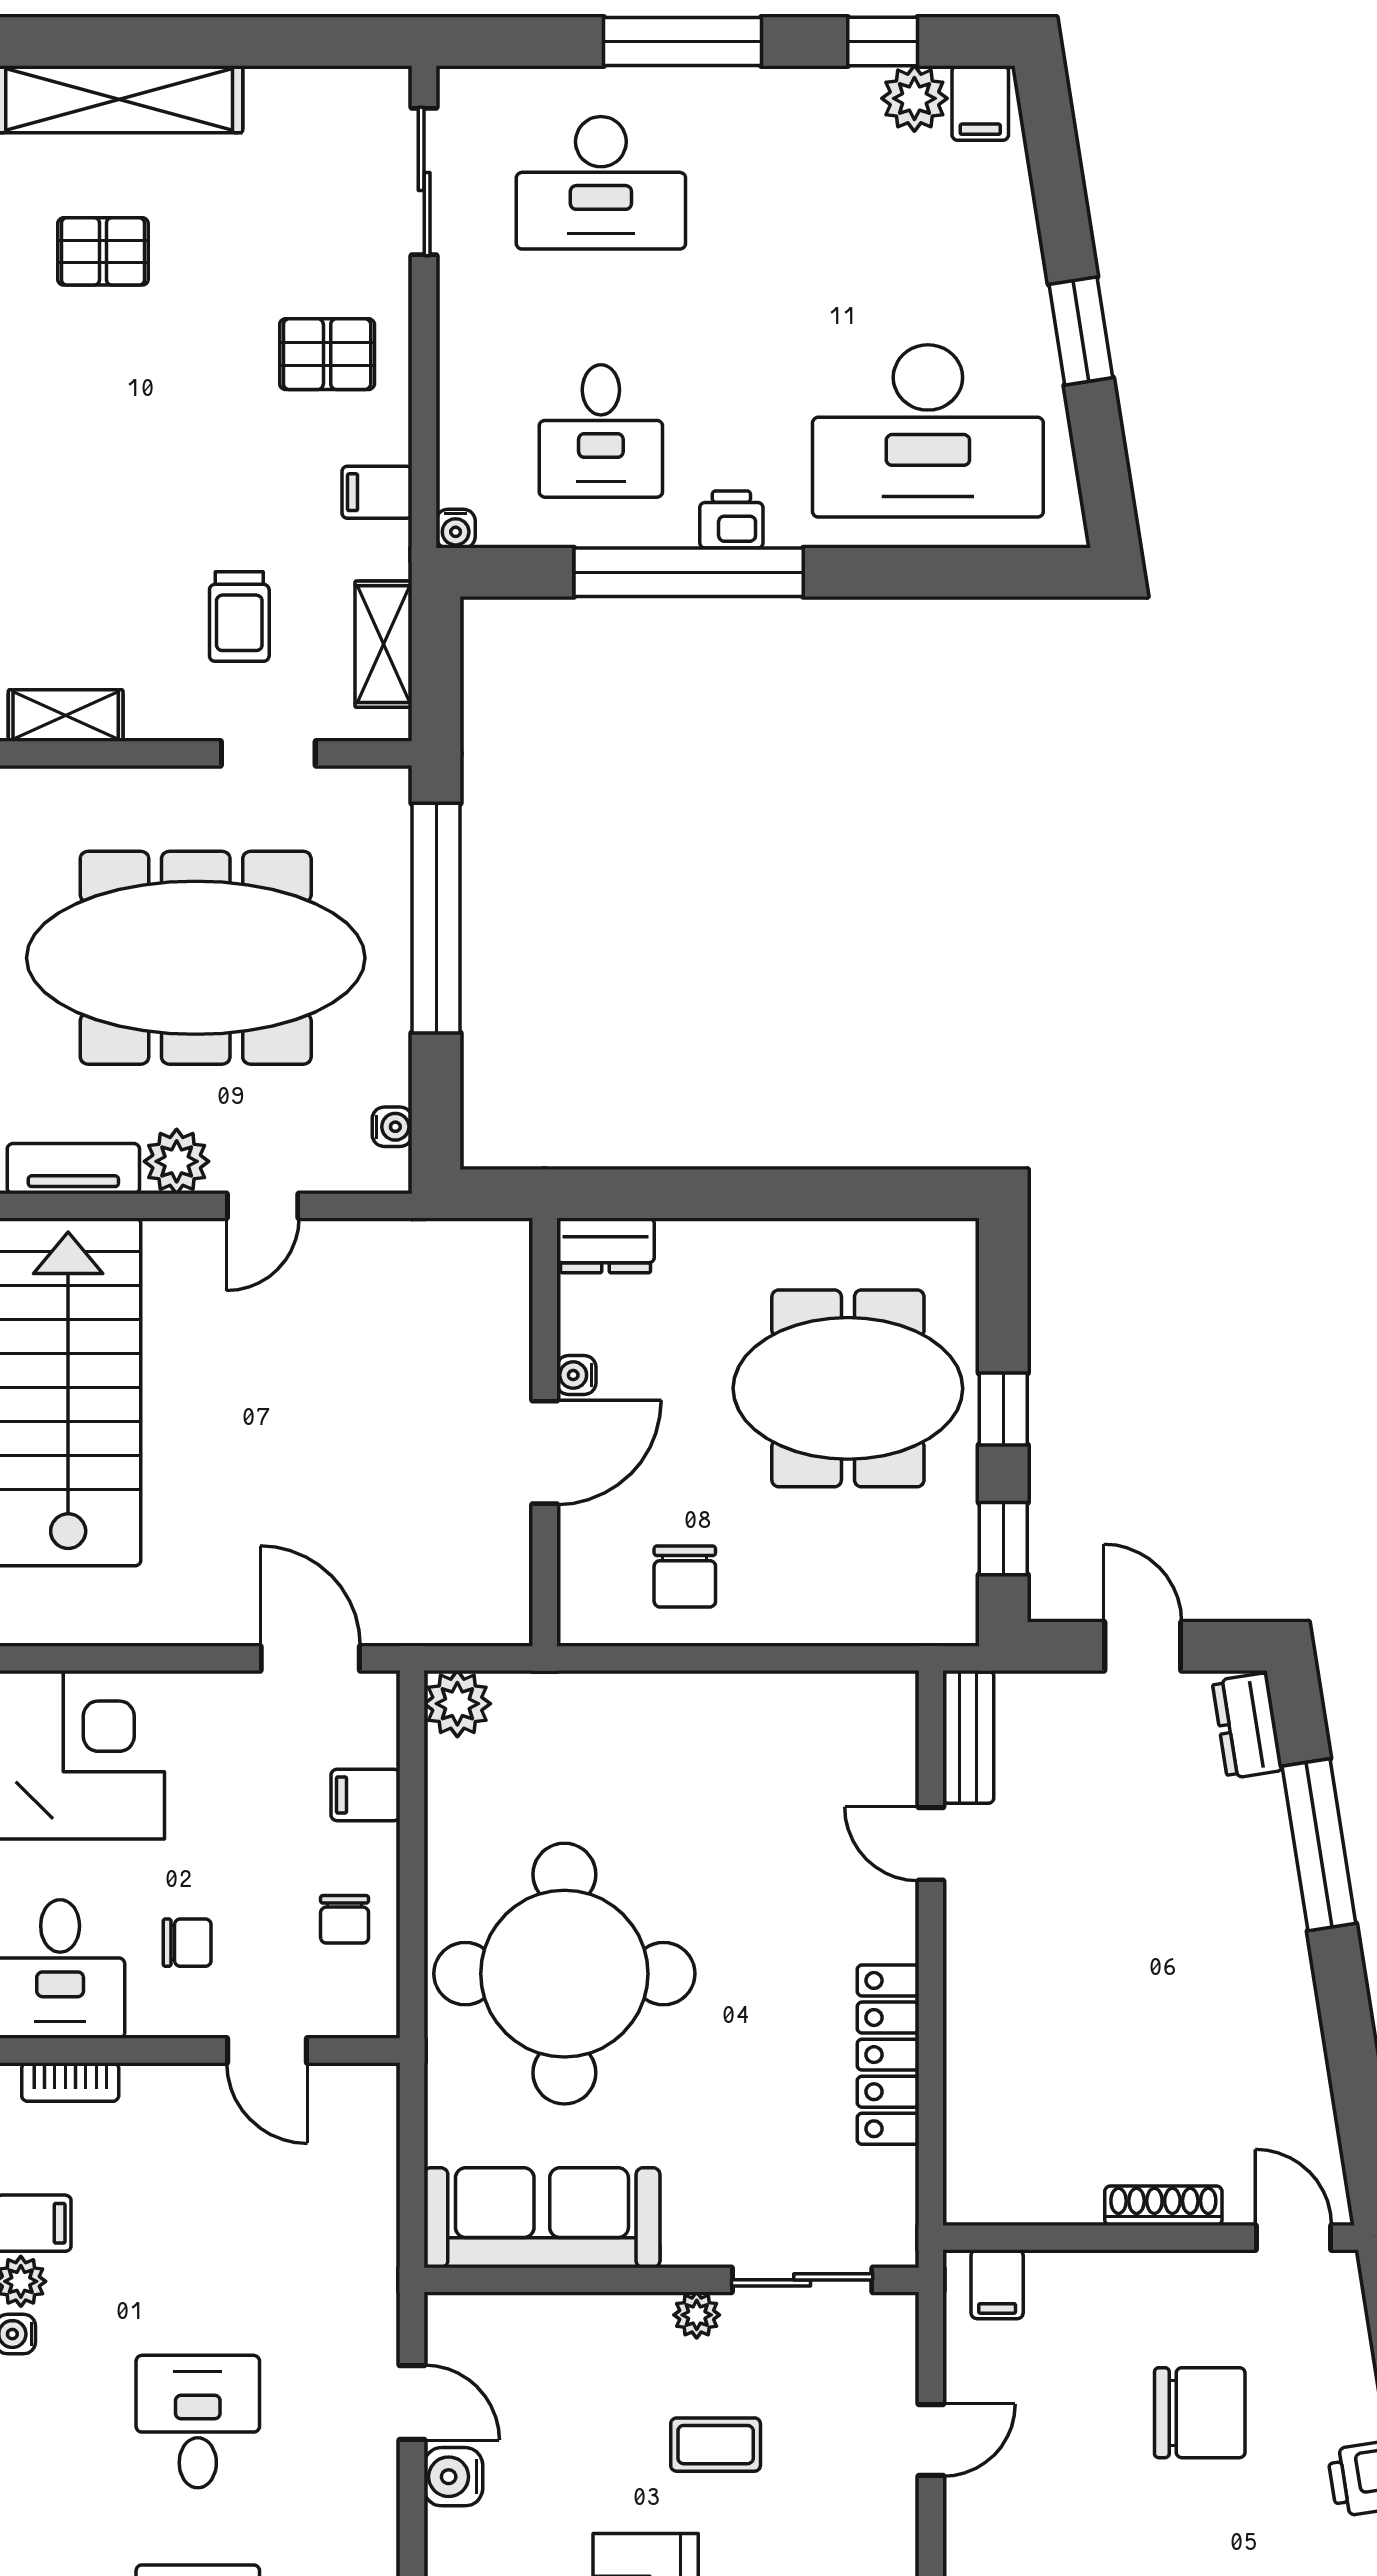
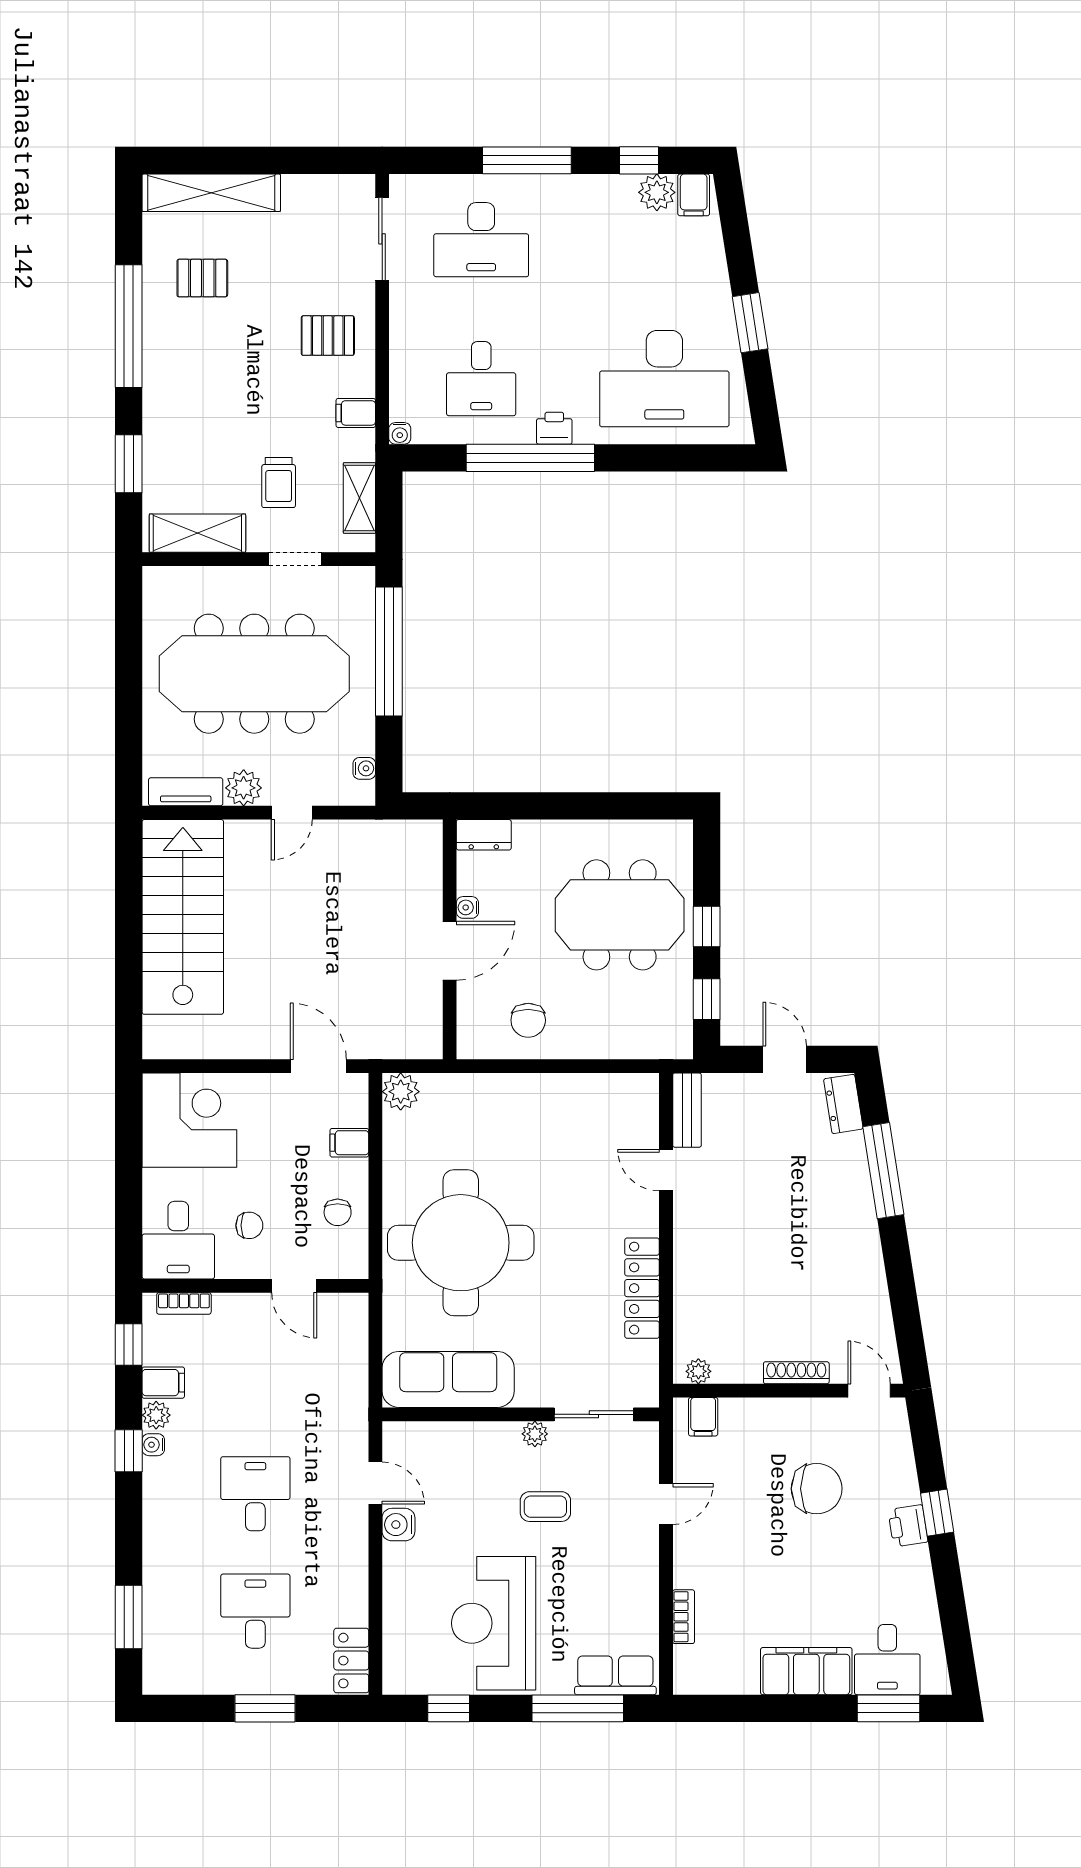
shelving: (66, 716) -> (197, 533), width x1.50, depth x1.33
plant: (989, 2203) -> (698, 1371), added

